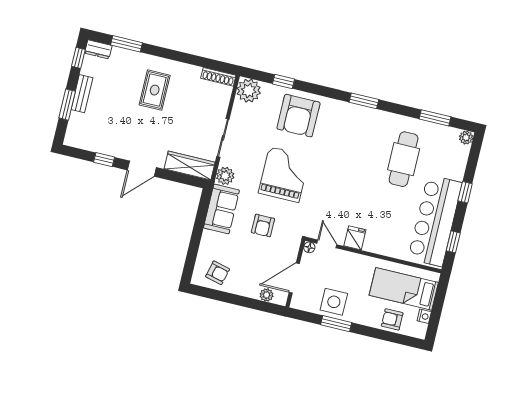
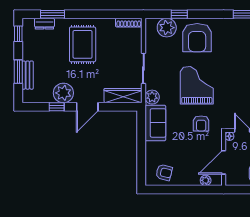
dresser: (98, 49) -> (44, 24), moved
rug: (155, 90) -> (83, 44), width x1.36, depth x1.43
plant: (249, 91) -> (167, 28), moved
bench: (82, 94) -> (28, 75), moved
plant: (117, 144) -> (63, 93), added
armchair: (263, 226) -> (201, 123), moved

